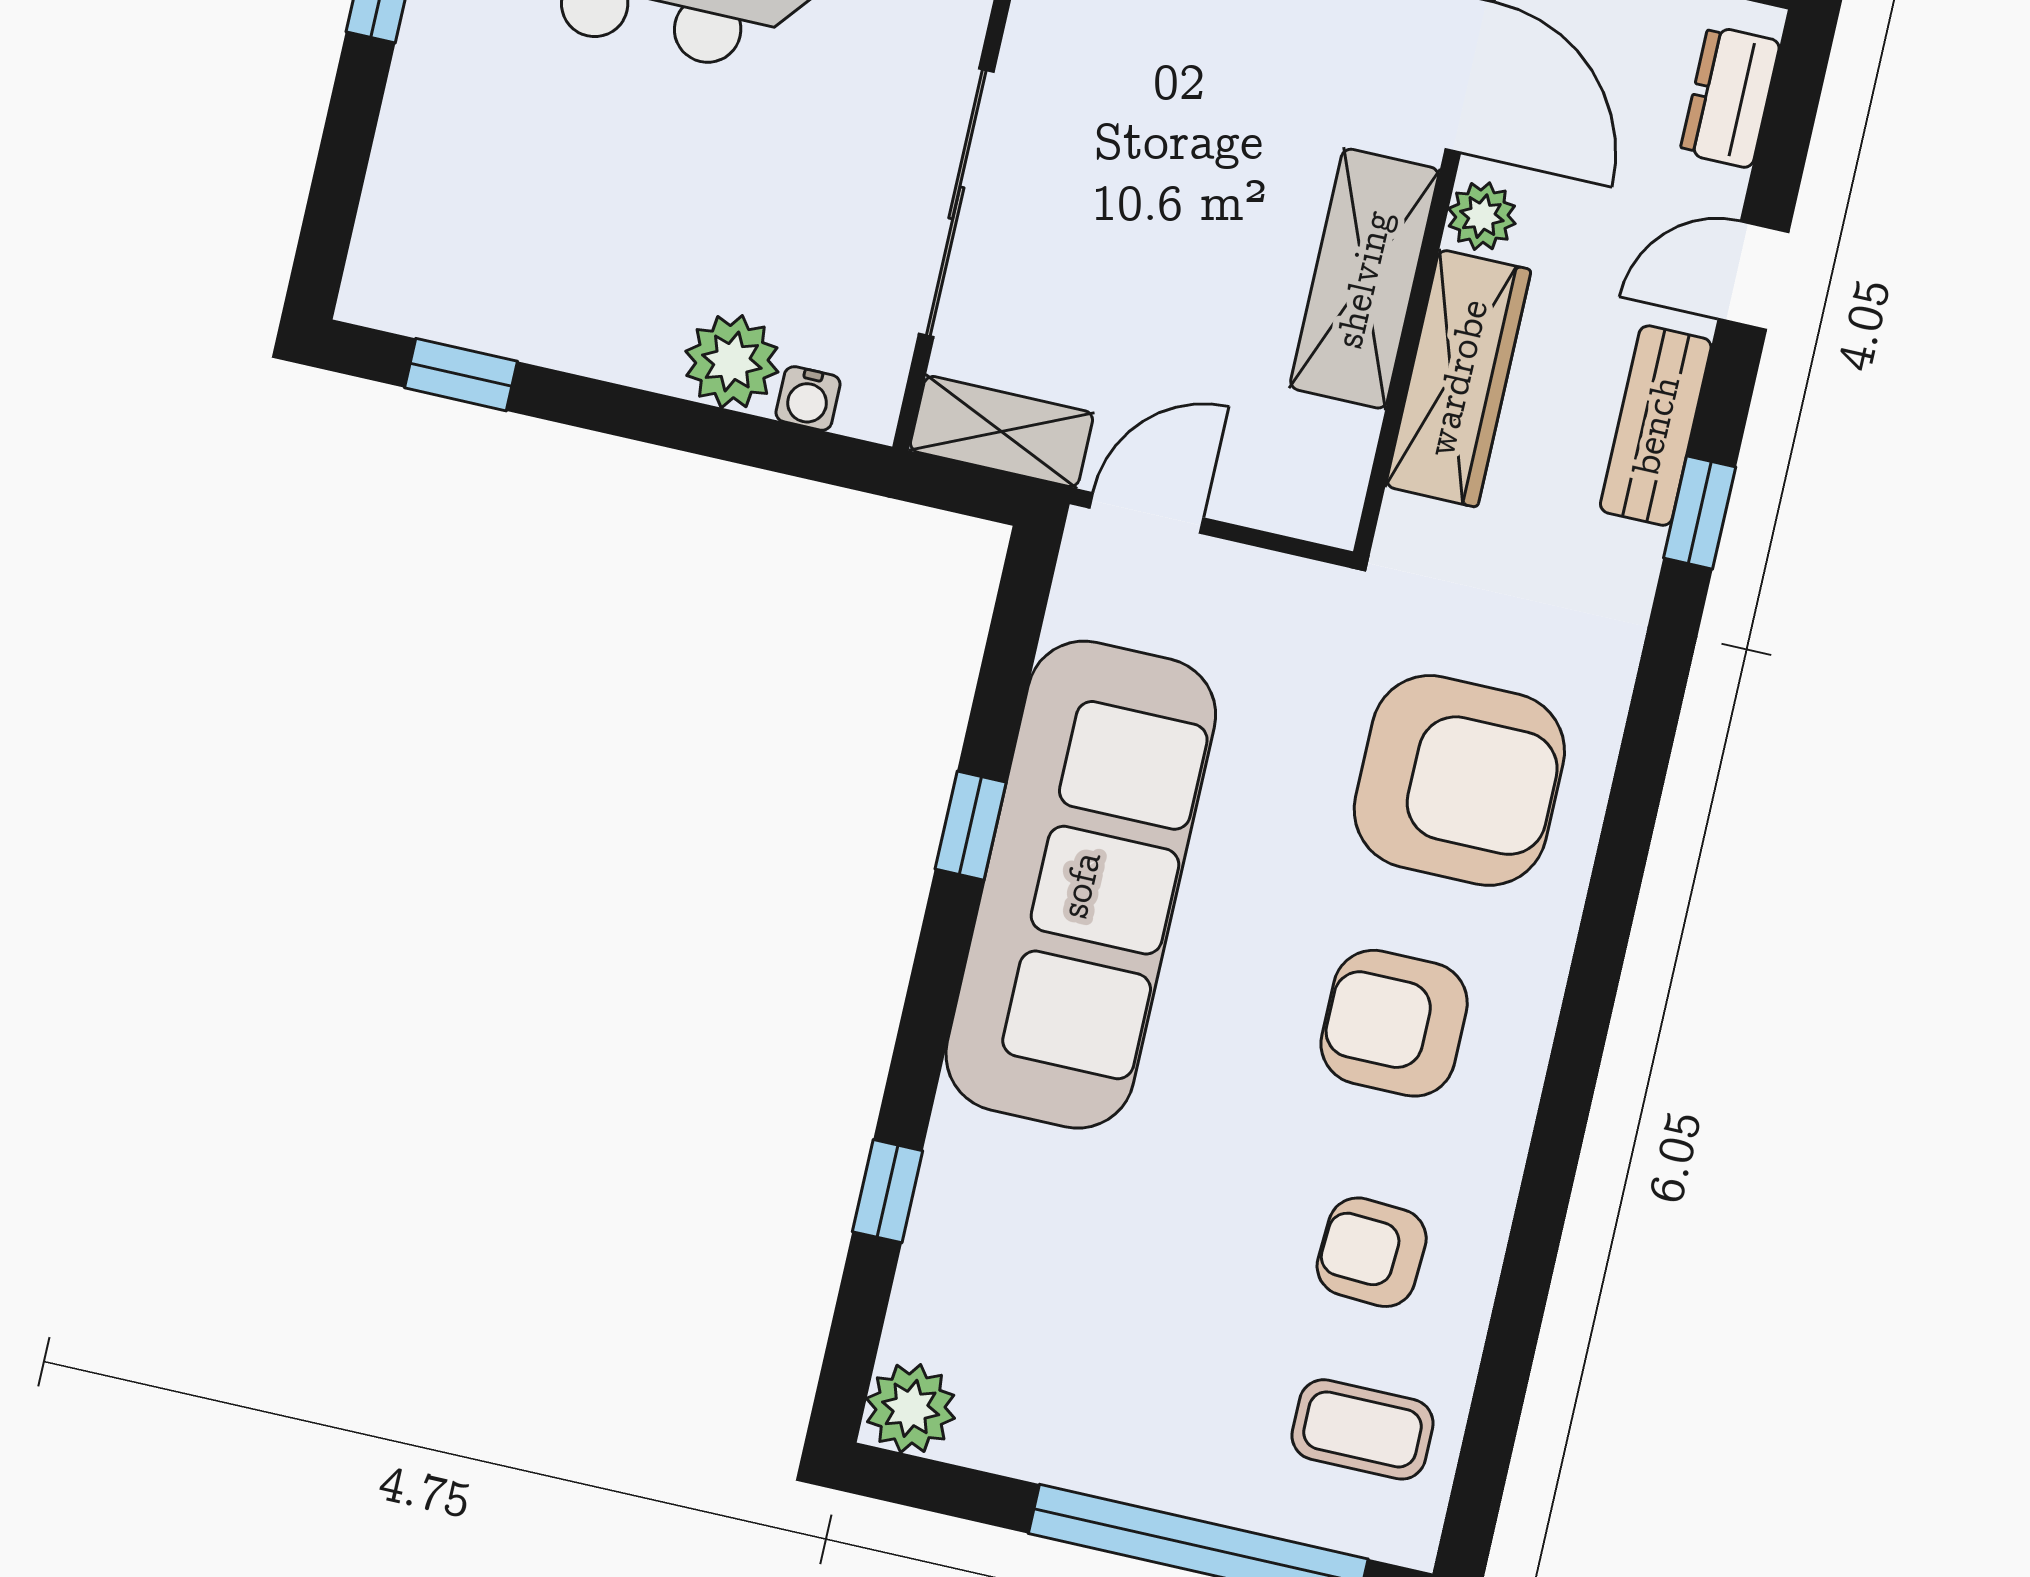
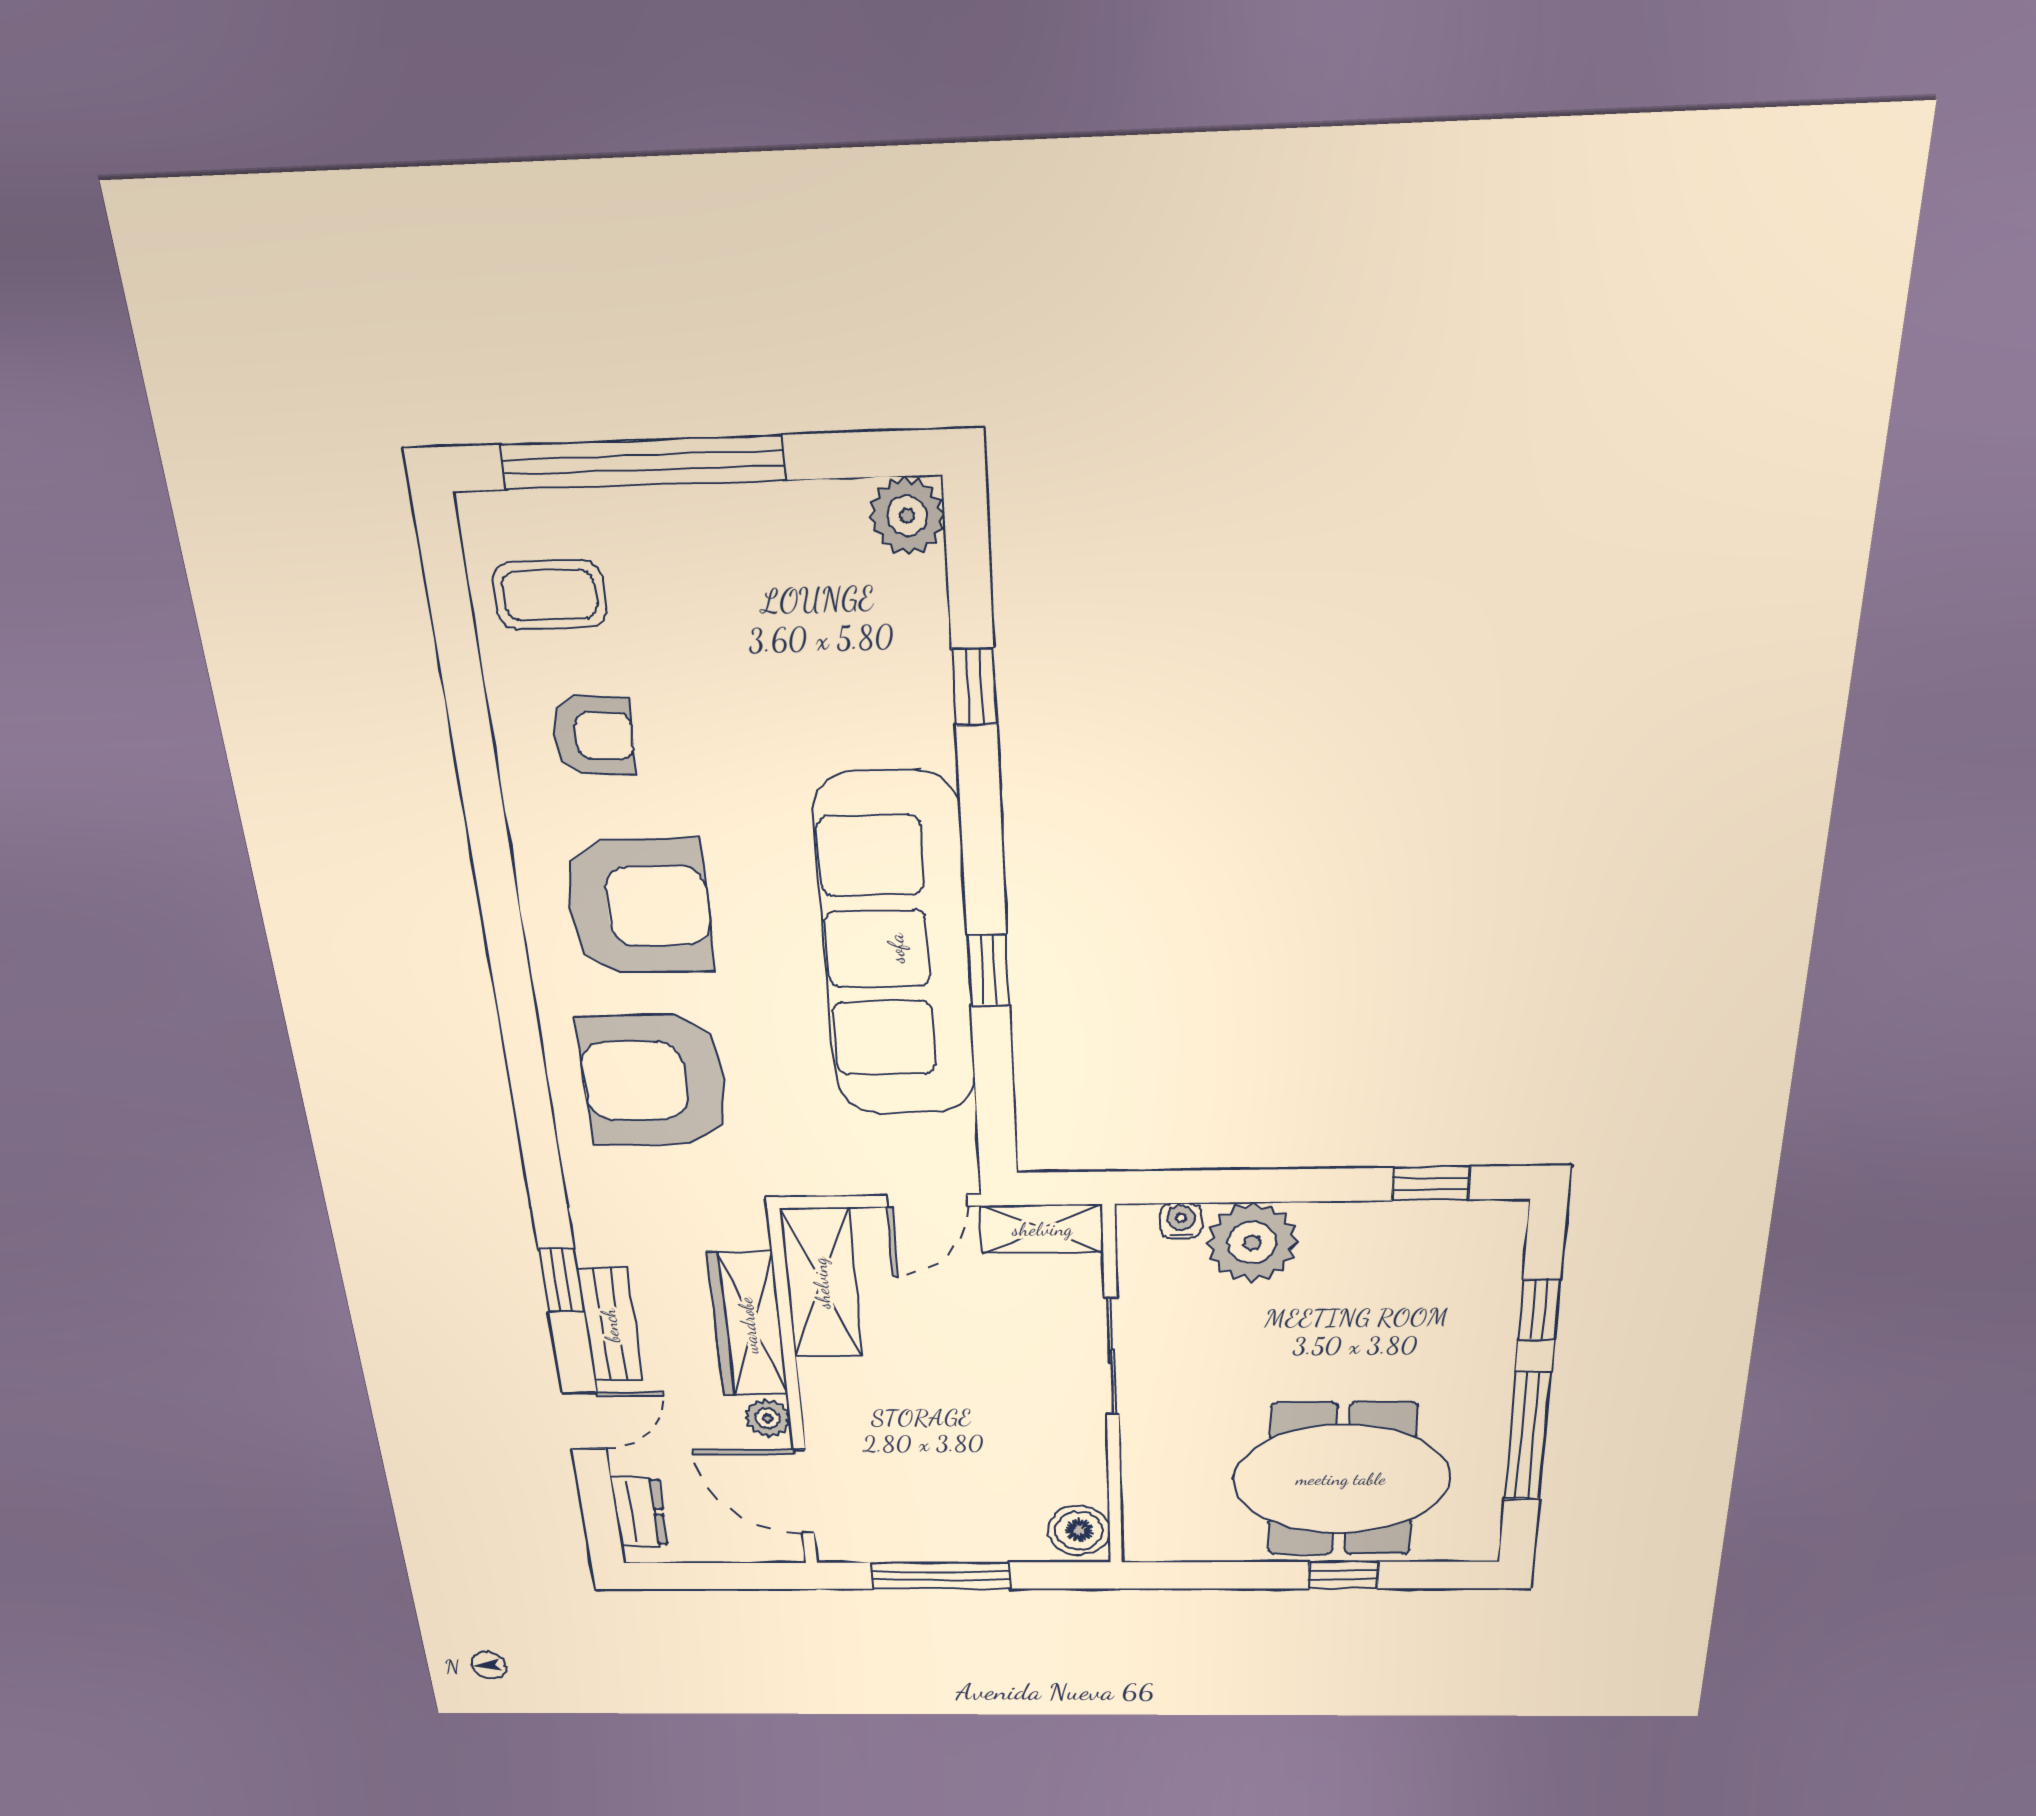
window: (347, 139) -> (1539, 1310), added
sliding door: (956, 203) -> (1112, 1357), width x0.73
shelving: (1364, 279) -> (821, 1283), moved
plant: (732, 362) -> (1252, 1243), width x1.36, depth x1.36
armchair: (1394, 1023) -> (638, 906), width x1.36, depth x1.36

